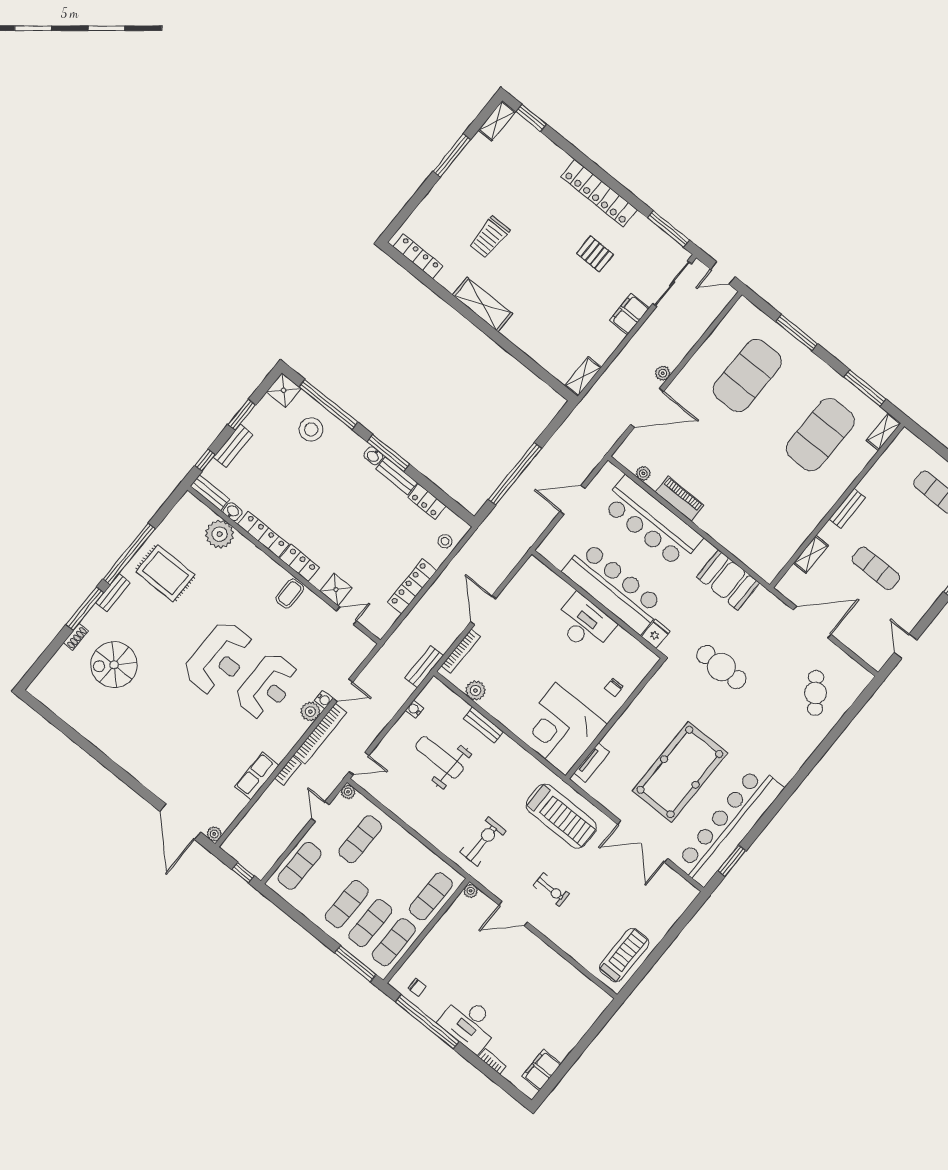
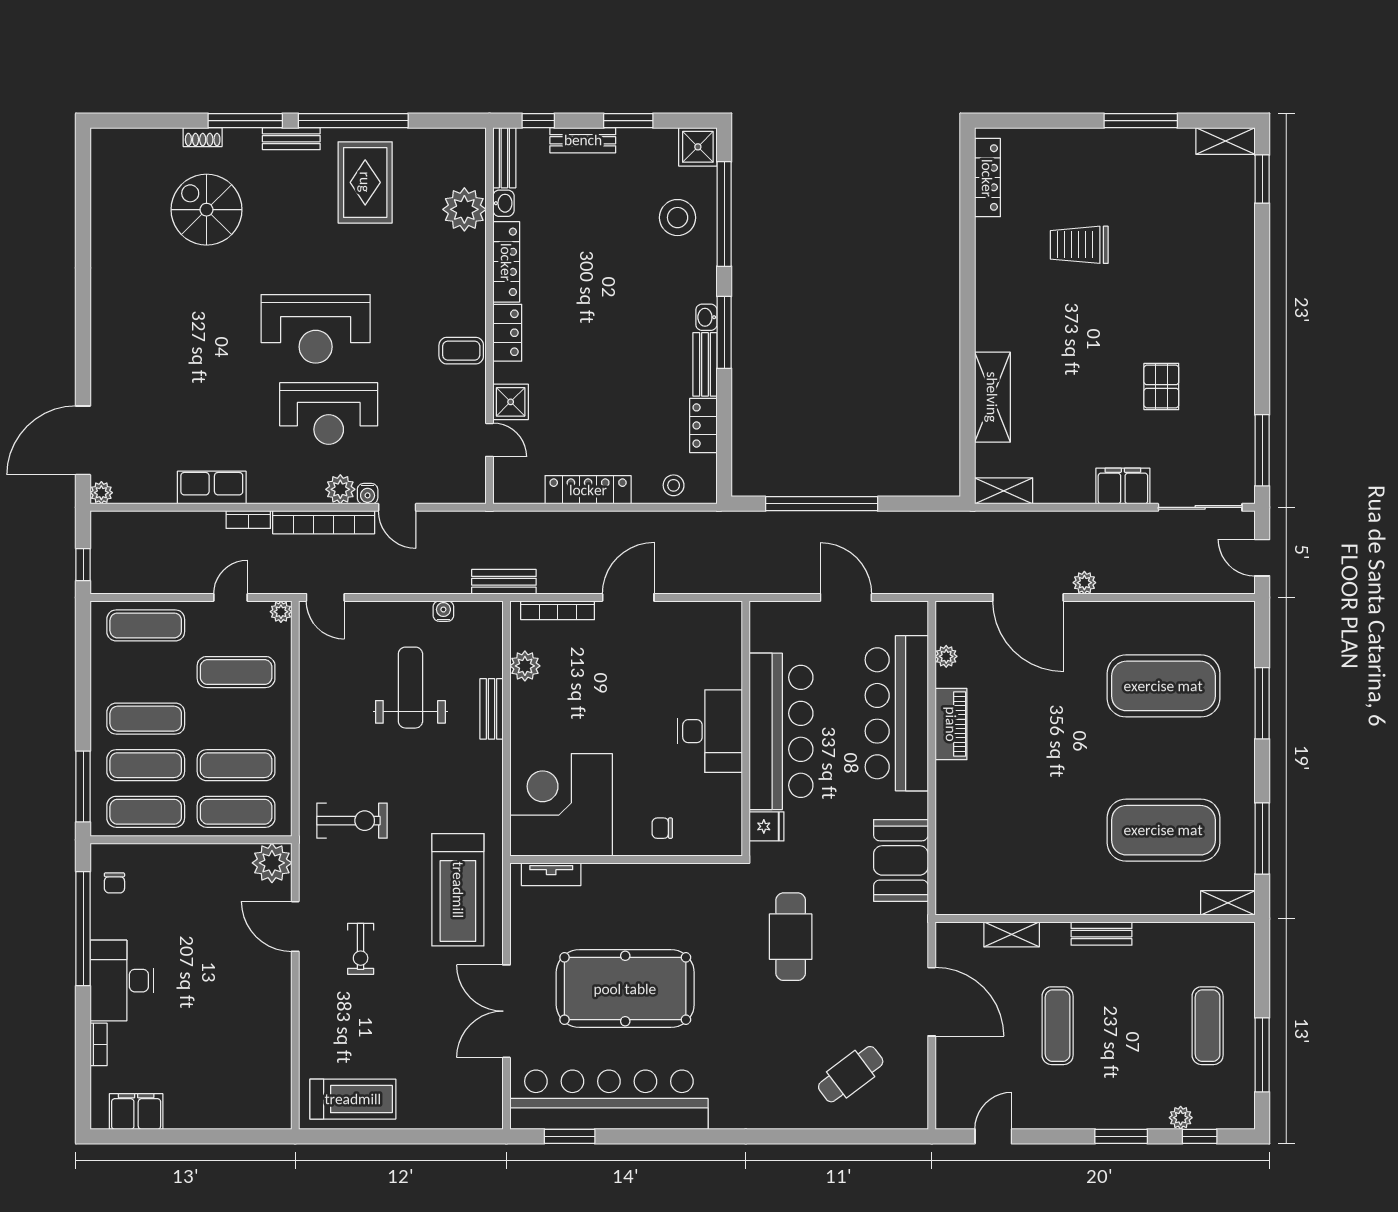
locker: (599, 193) -> (1238, 333), removed
shelving: (483, 304) -> (992, 397), moved
exercise mat: (407, 877) -> (236, 765), added
plant: (471, 891) -> (272, 863), width x1.87, depth x1.87

